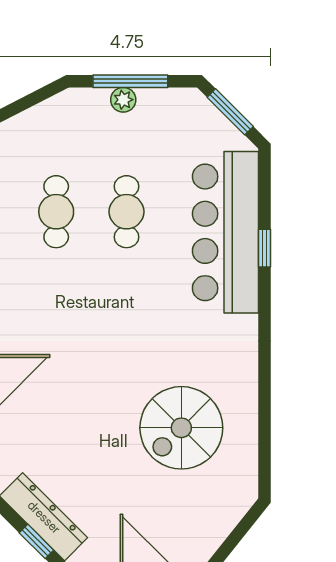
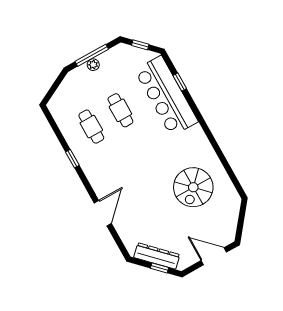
window: (230, 112) -> (140, 45), width x0.67
window: (265, 248) -> (180, 82), moved

